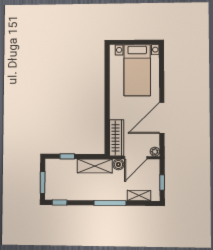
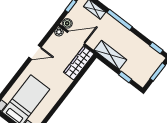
door: (162, 118) -> (35, 52), width x0.53
boiler: (118, 164) -> (67, 23), moved

